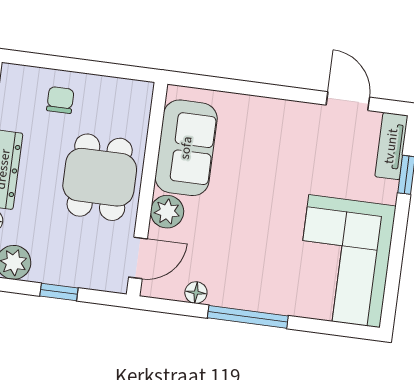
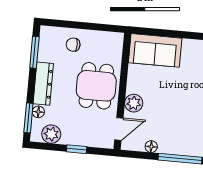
chair: (60, 100) -> (73, 45), turned -90
sofa: (186, 148) -> (155, 50), moved, turned 90

